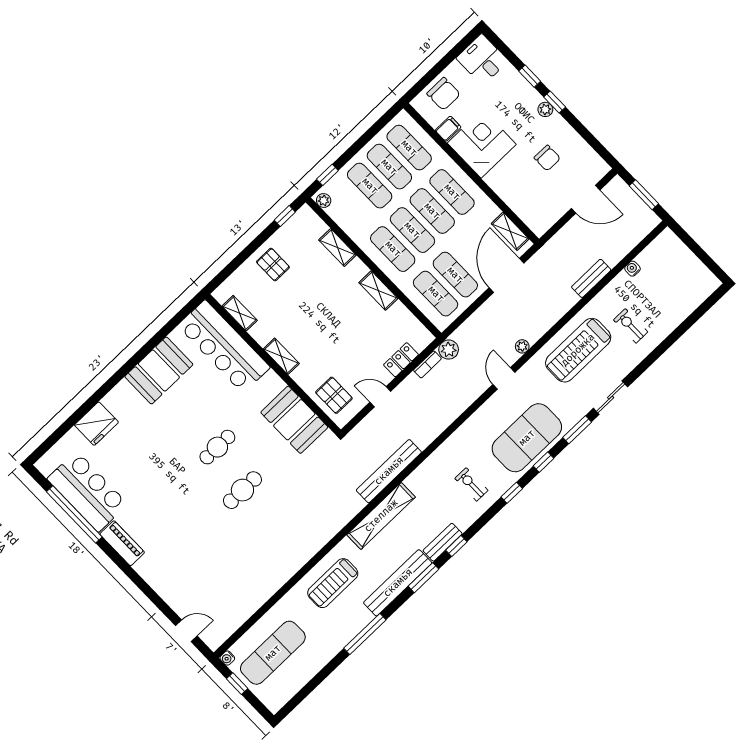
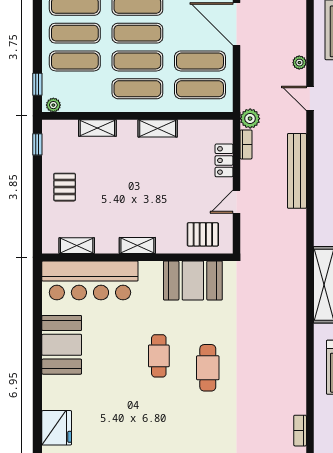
pallet: (273, 265) -> (65, 187), turned 90
bench: (389, 471) -> (297, 171), moved
bookcase: (261, 599) -> (300, 431), added

